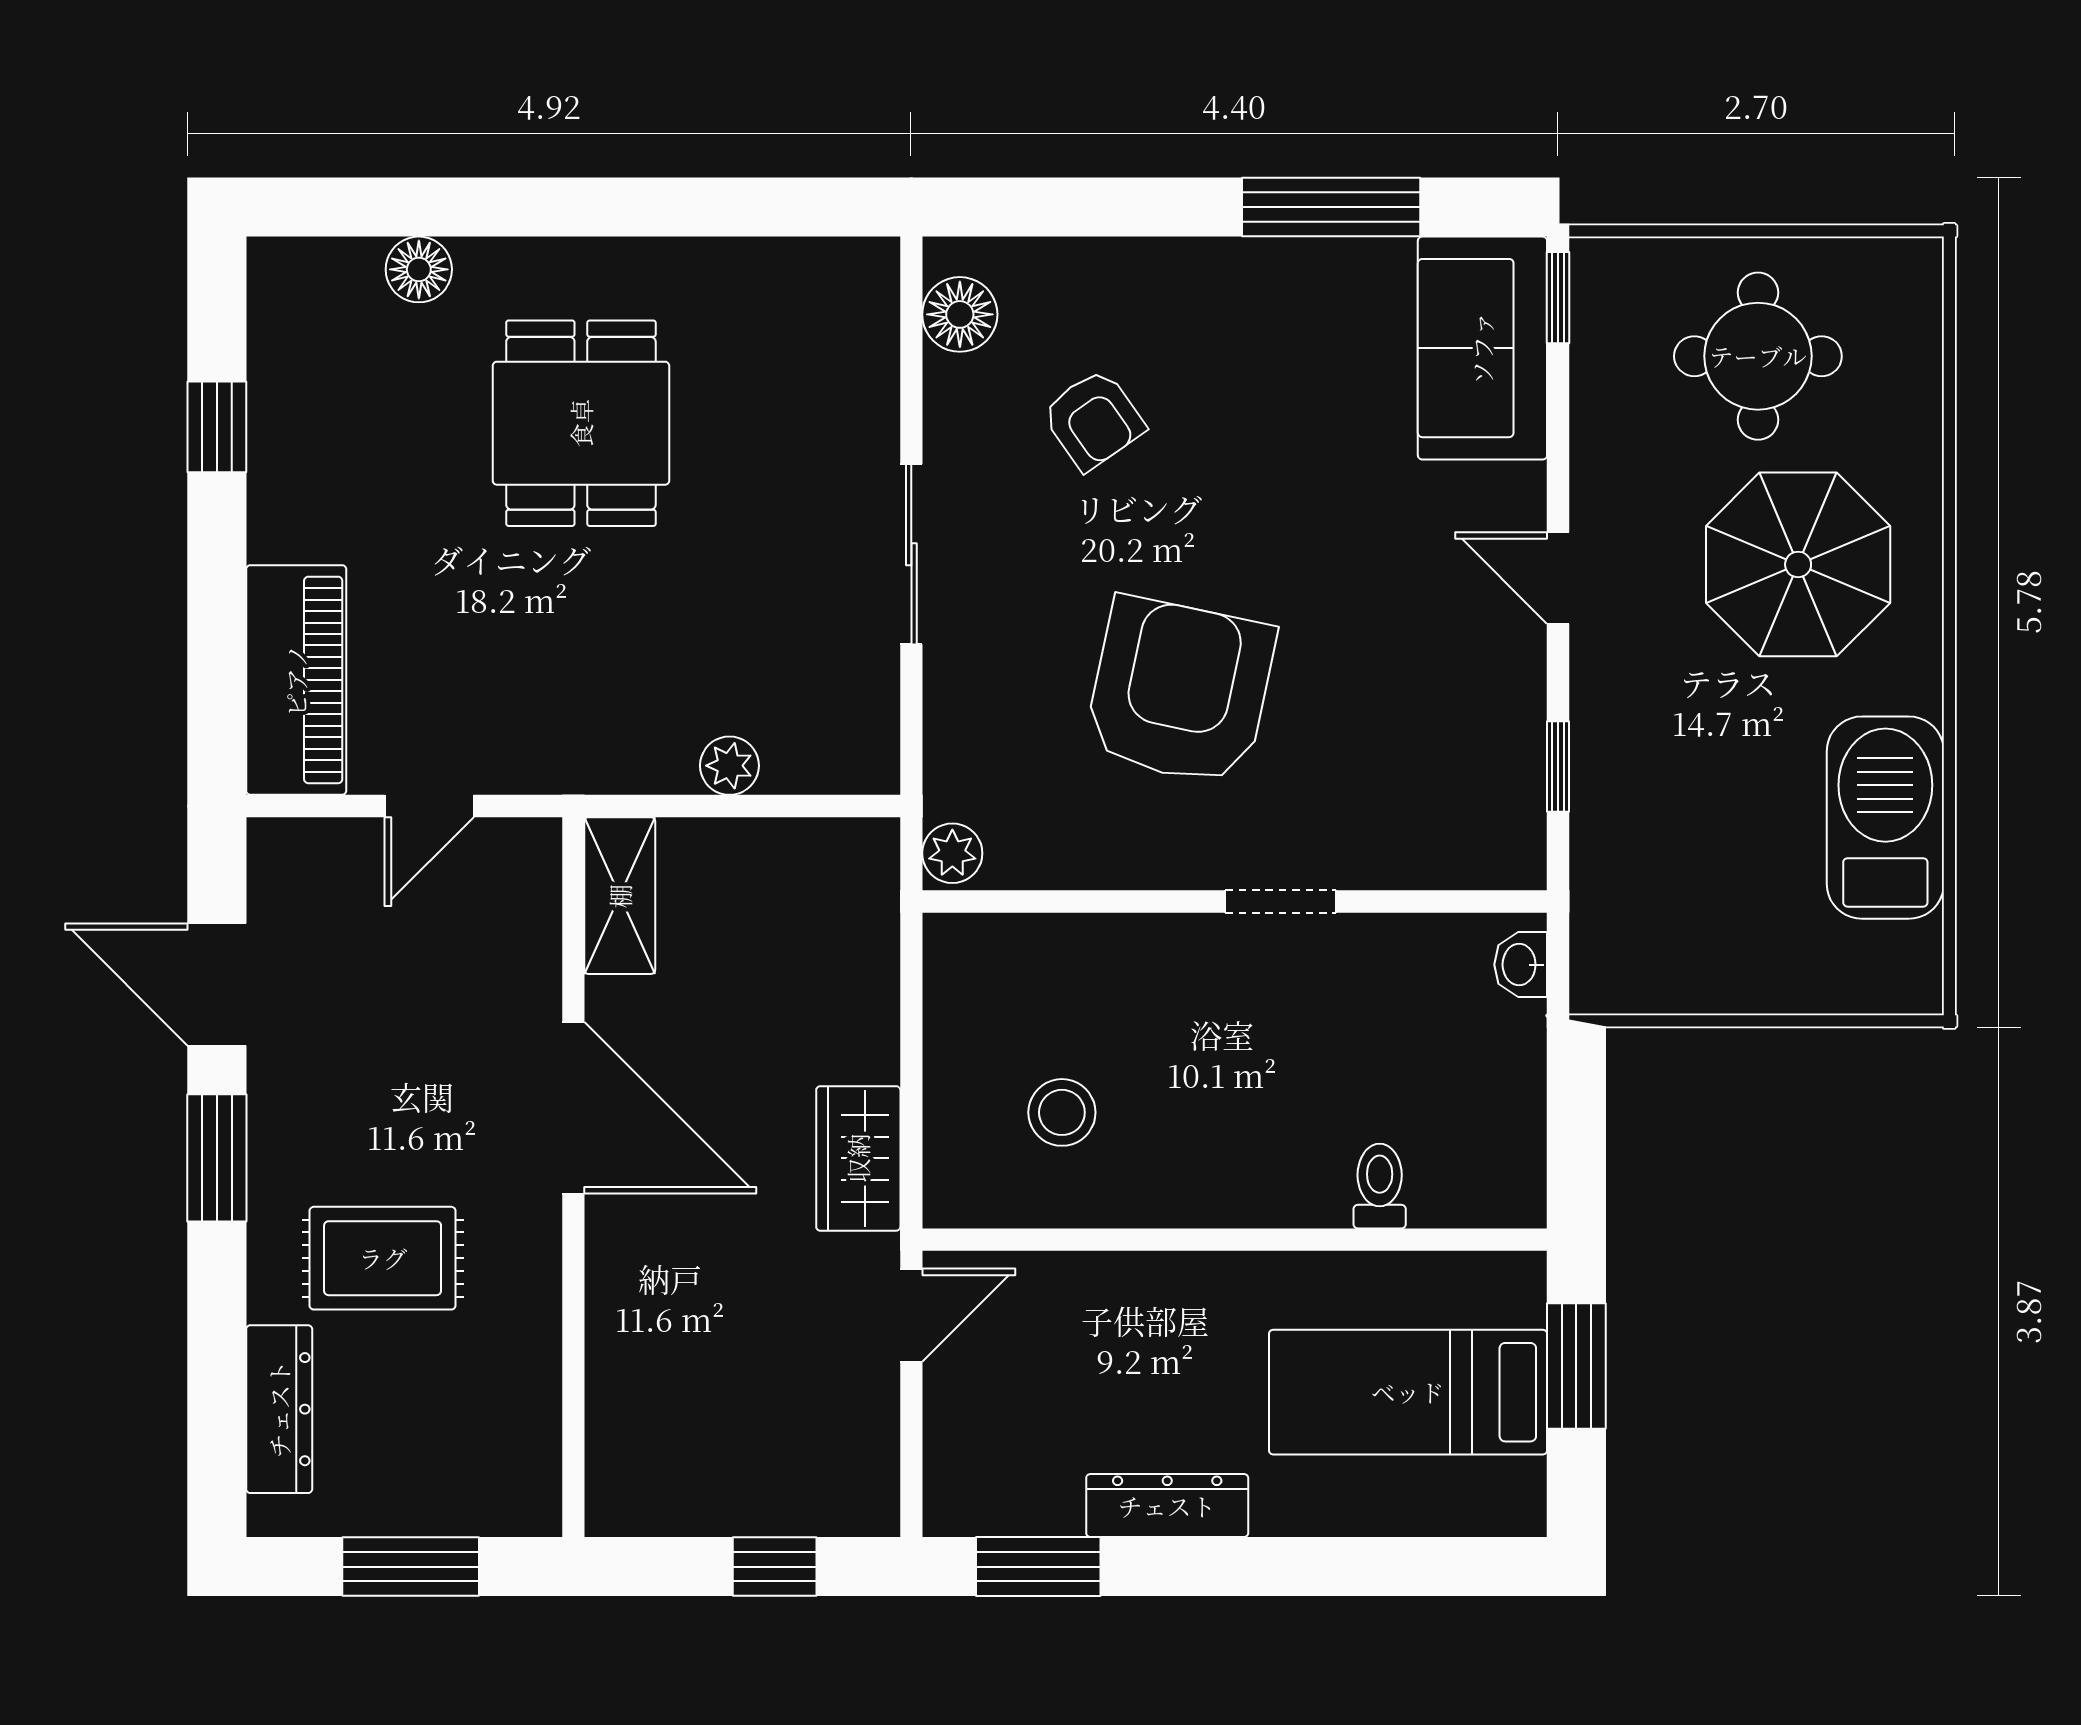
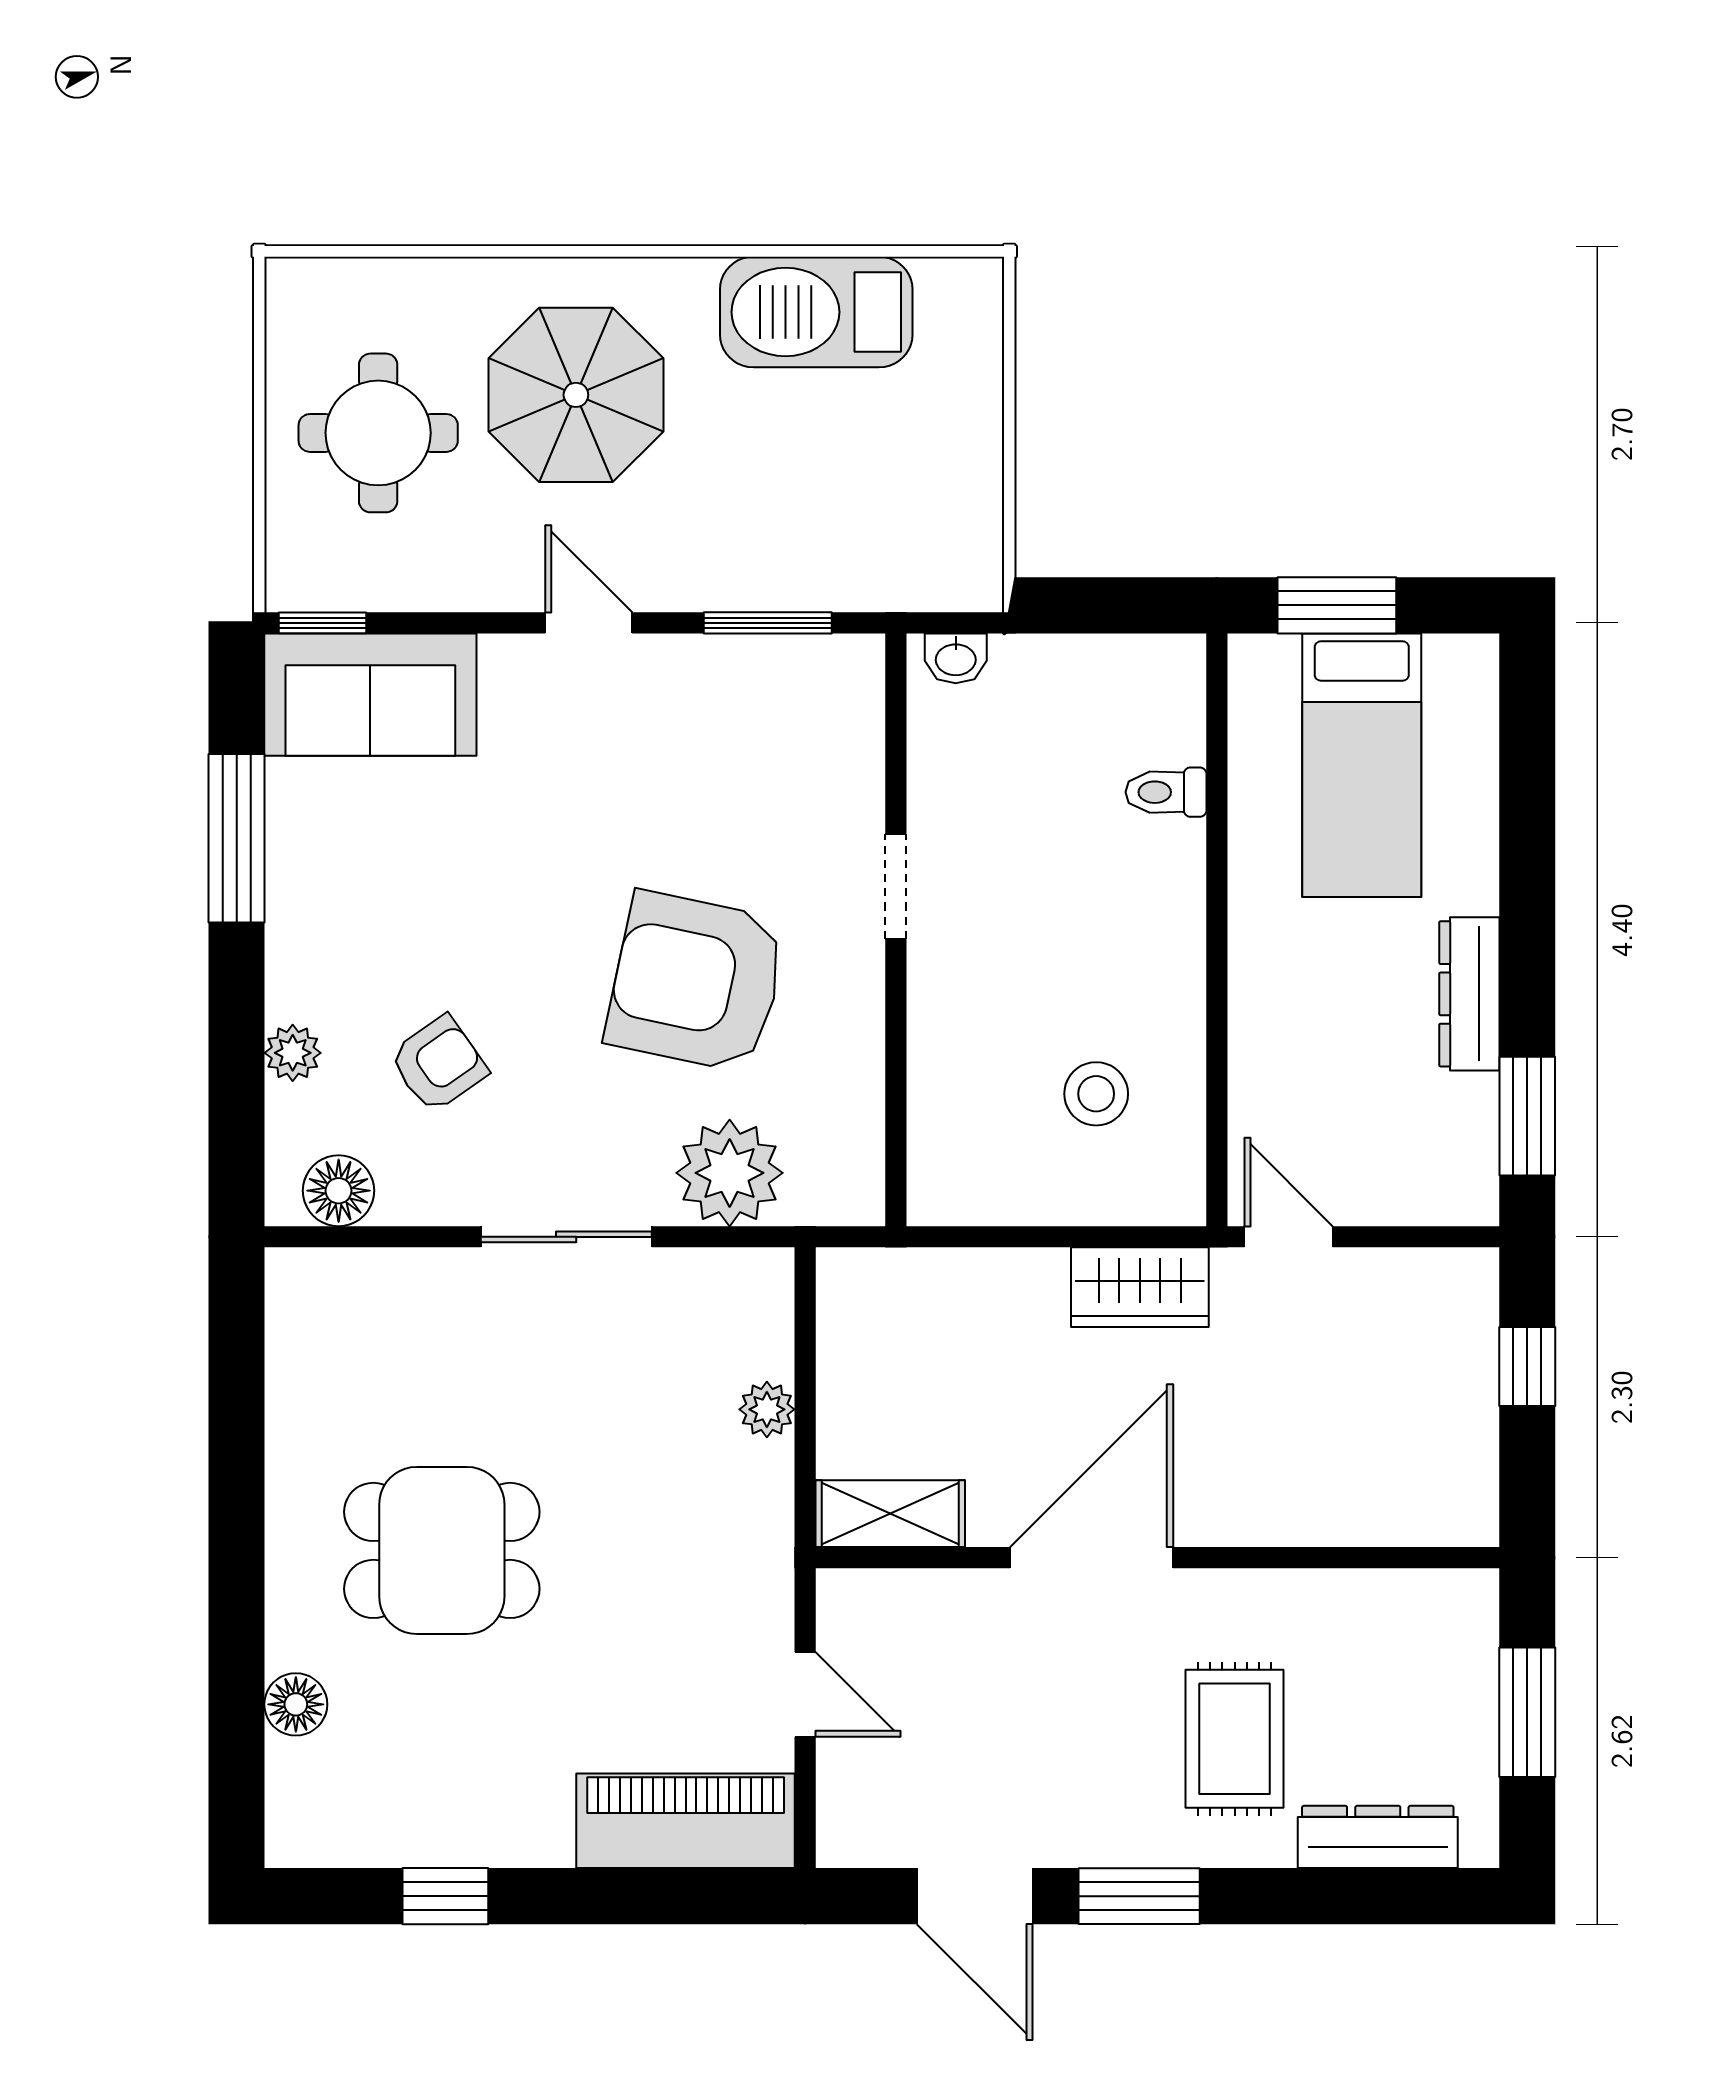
plant: (1105, 266) -> (293, 1053), added
door: (1558, 578) -> (589, 623), swing flipped
window: (1558, 767) -> (768, 623), width x1.50
plant: (952, 853) -> (730, 1173), moved, width x1.88, depth x1.88
door: (217, 984) -> (975, 1896), hinge flipped

